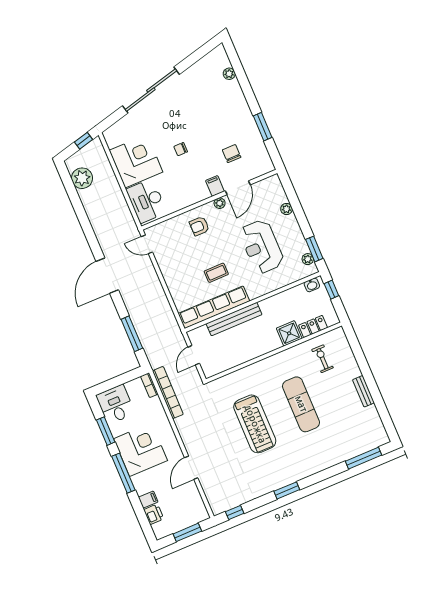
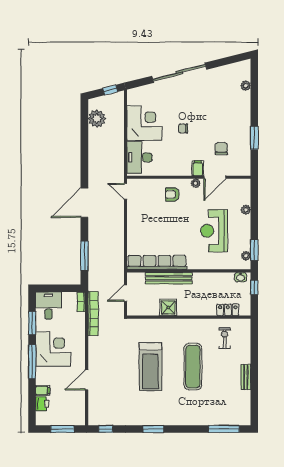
coffee table: (216, 273) -> (170, 236), removed
shower: (289, 333) -> (168, 307), moved

